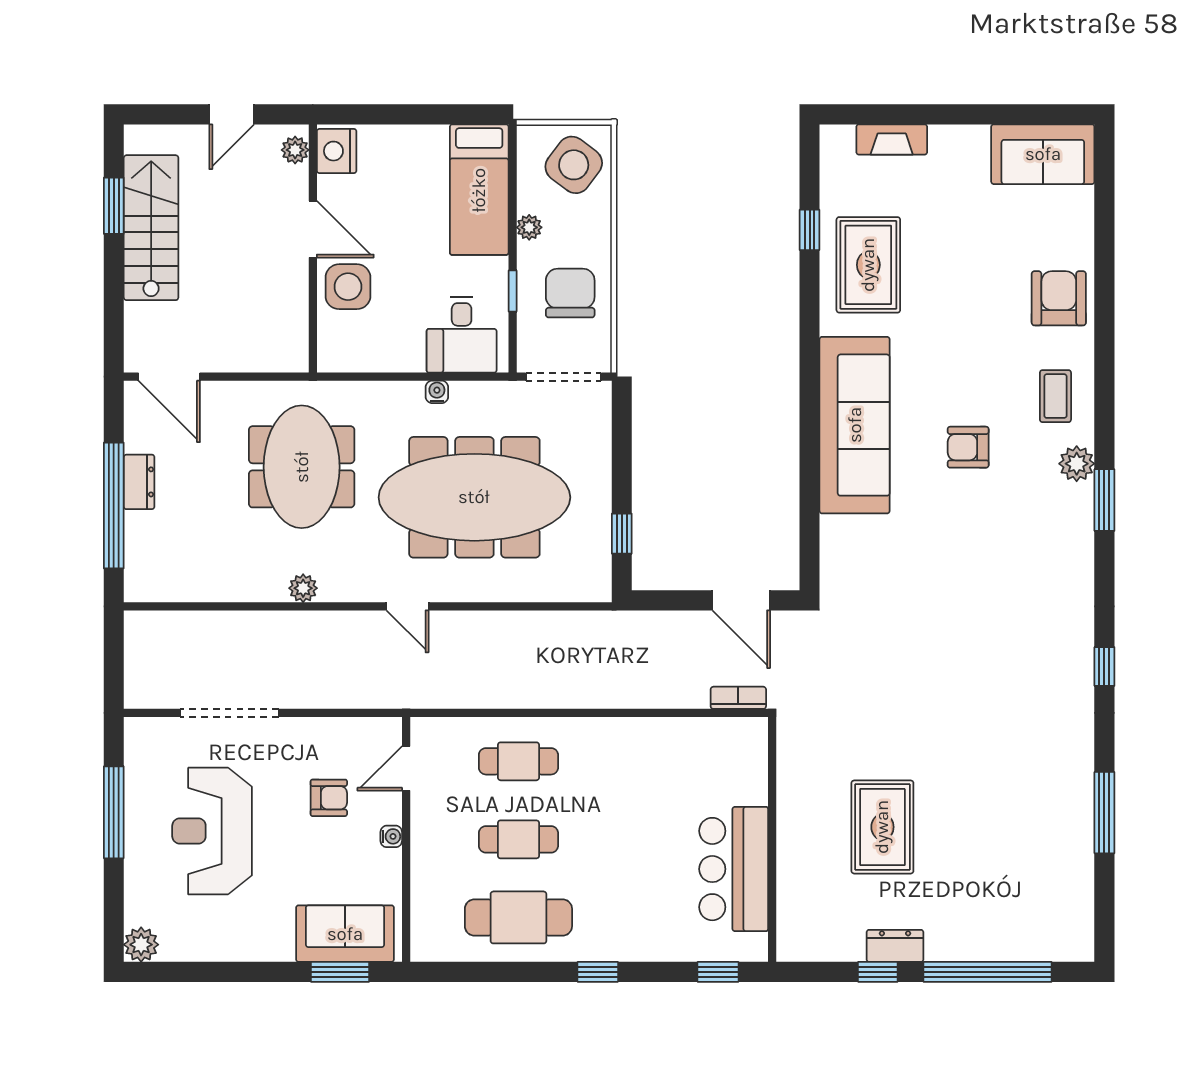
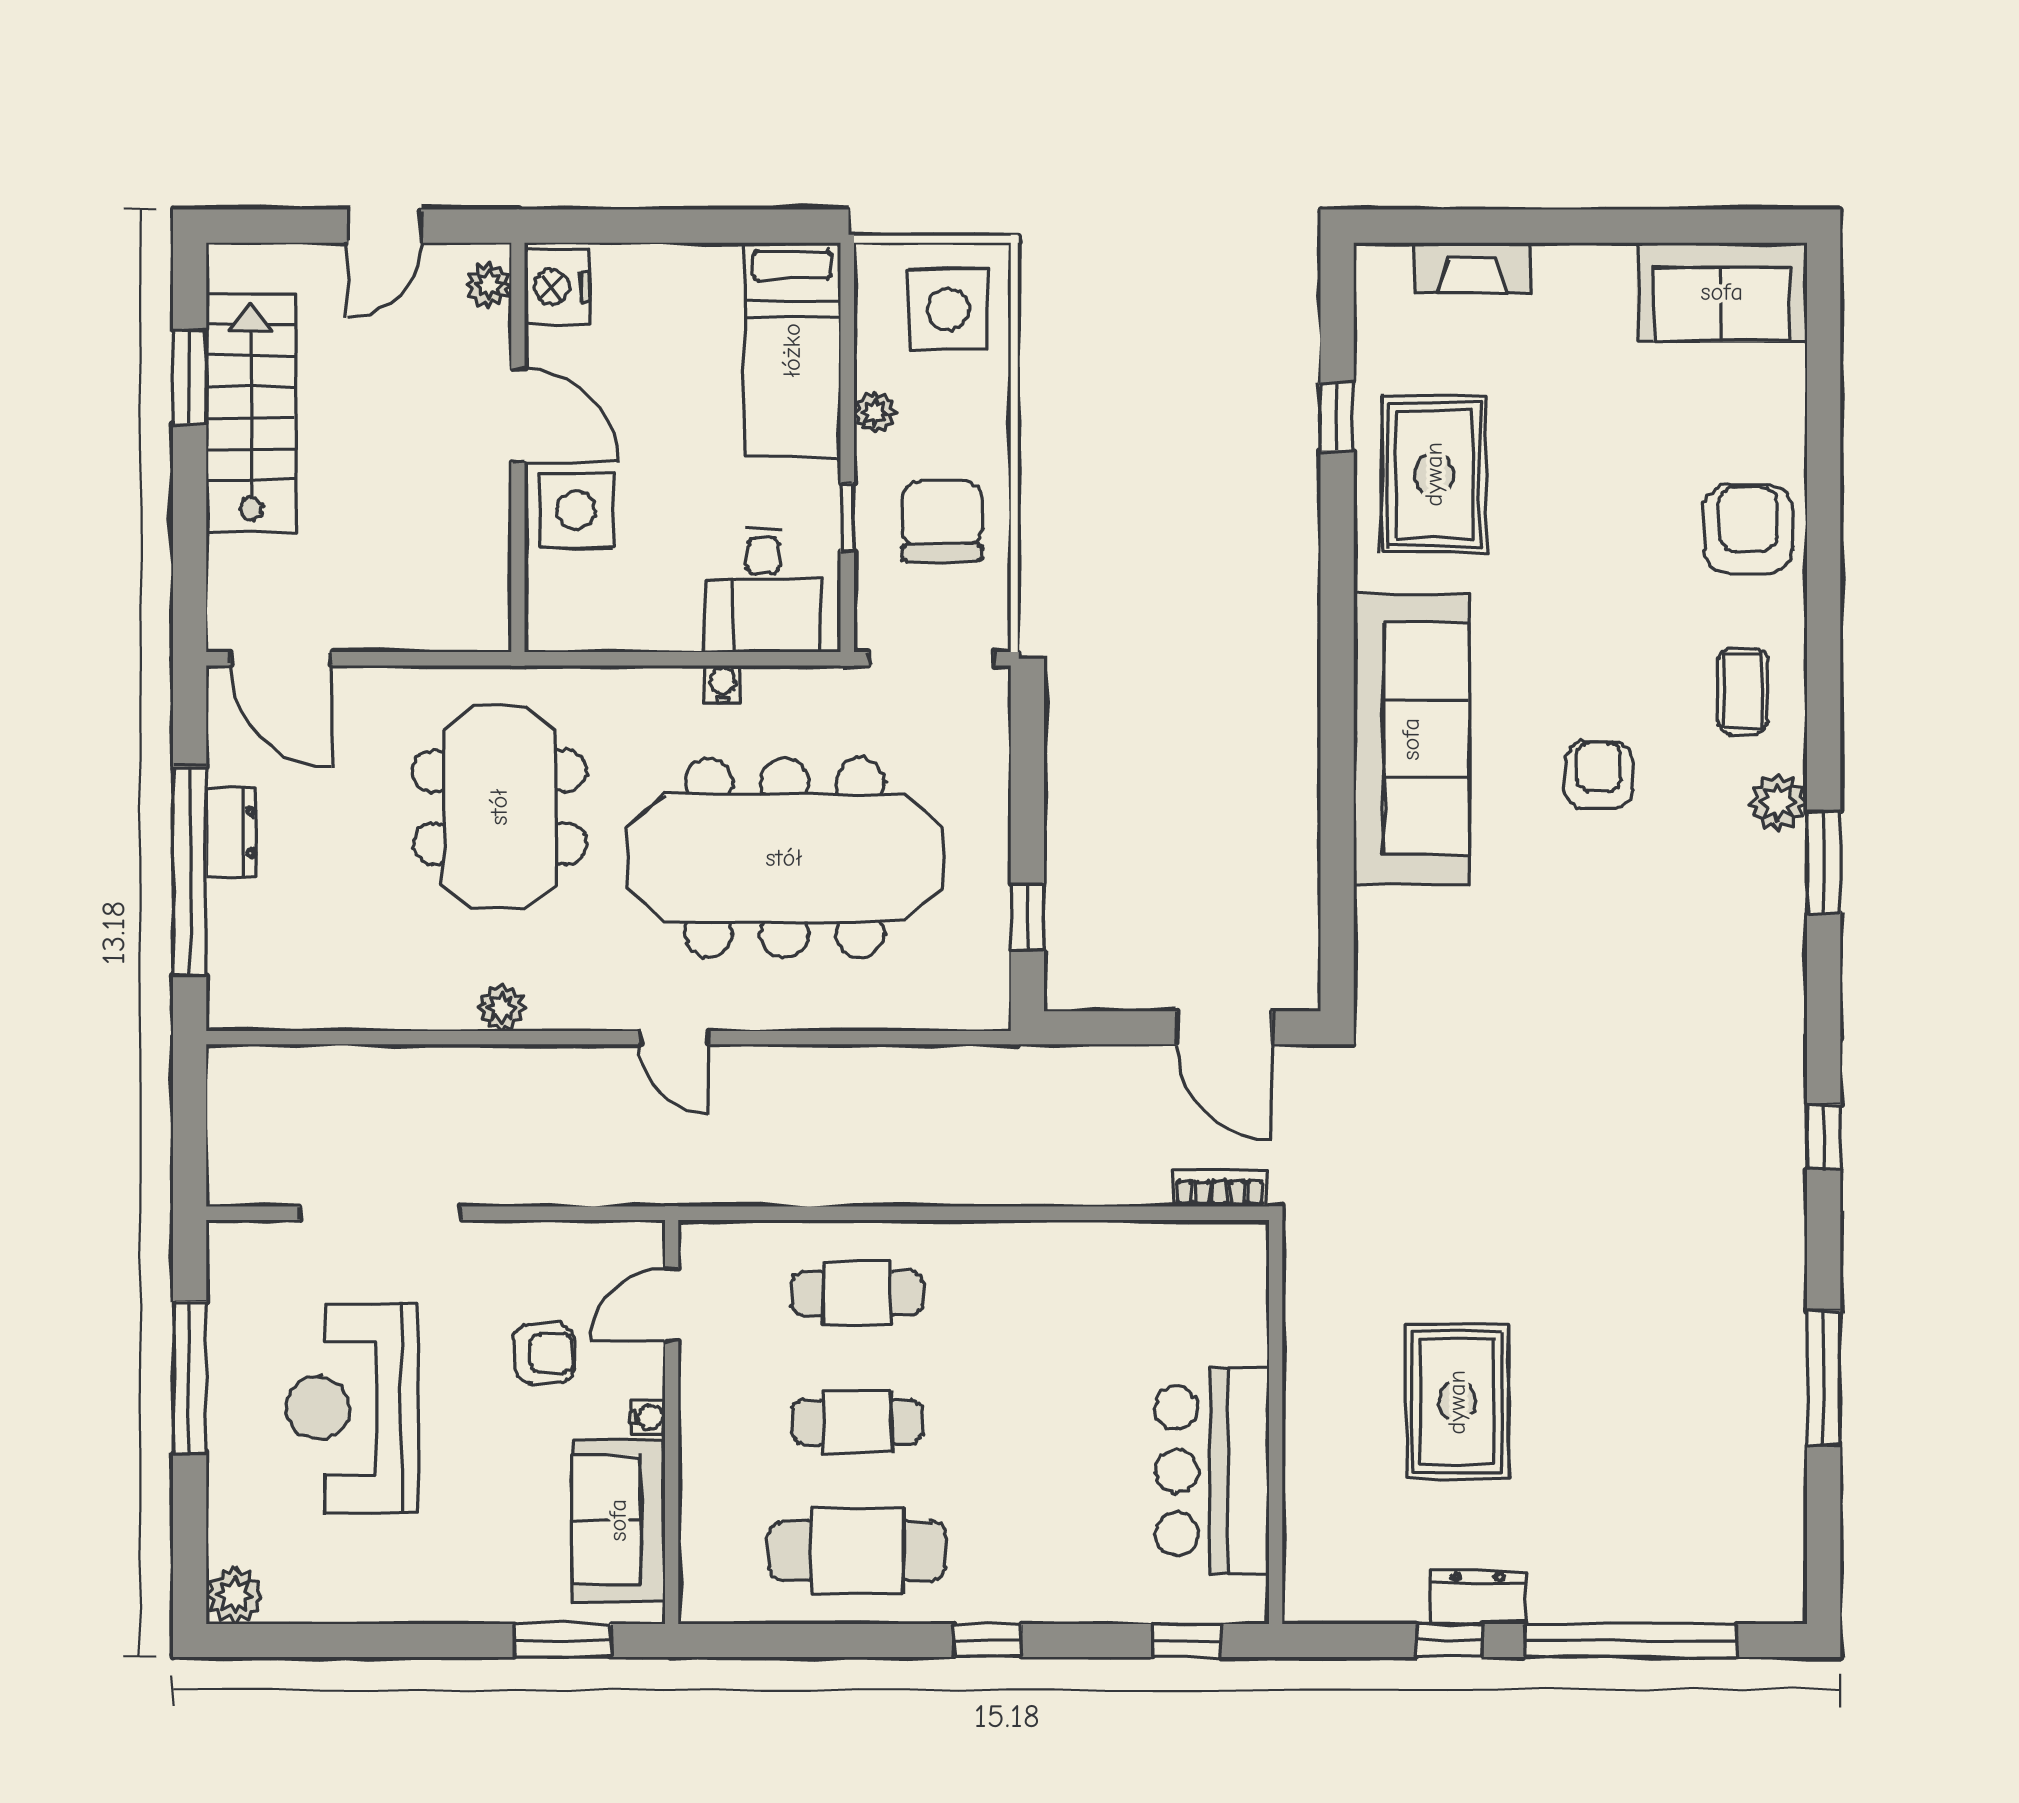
side table: (574, 165) -> (948, 309), turned -37
armchair: (968, 447) -> (1599, 775), turned 90
sofa: (345, 934) -> (618, 1520), moved, turned -90

